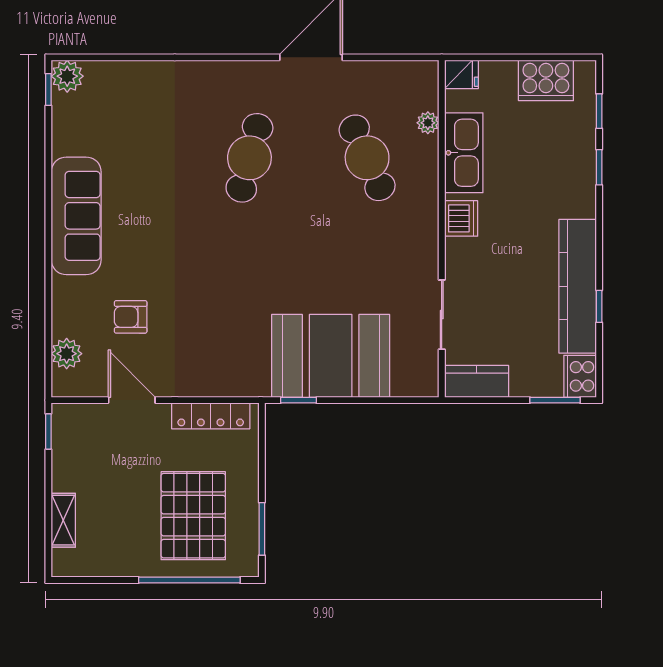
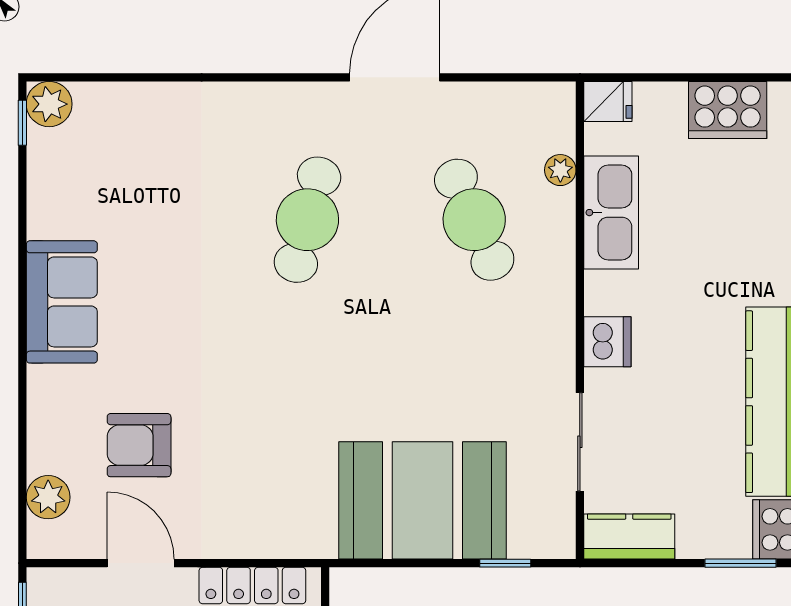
sofa: (76, 216) -> (62, 302), width x0.73
dishwasher: (461, 218) -> (607, 342), moved
armchair: (131, 317) -> (139, 445), width x1.38, depth x1.38
window: (299, 400) -> (505, 563), moved

